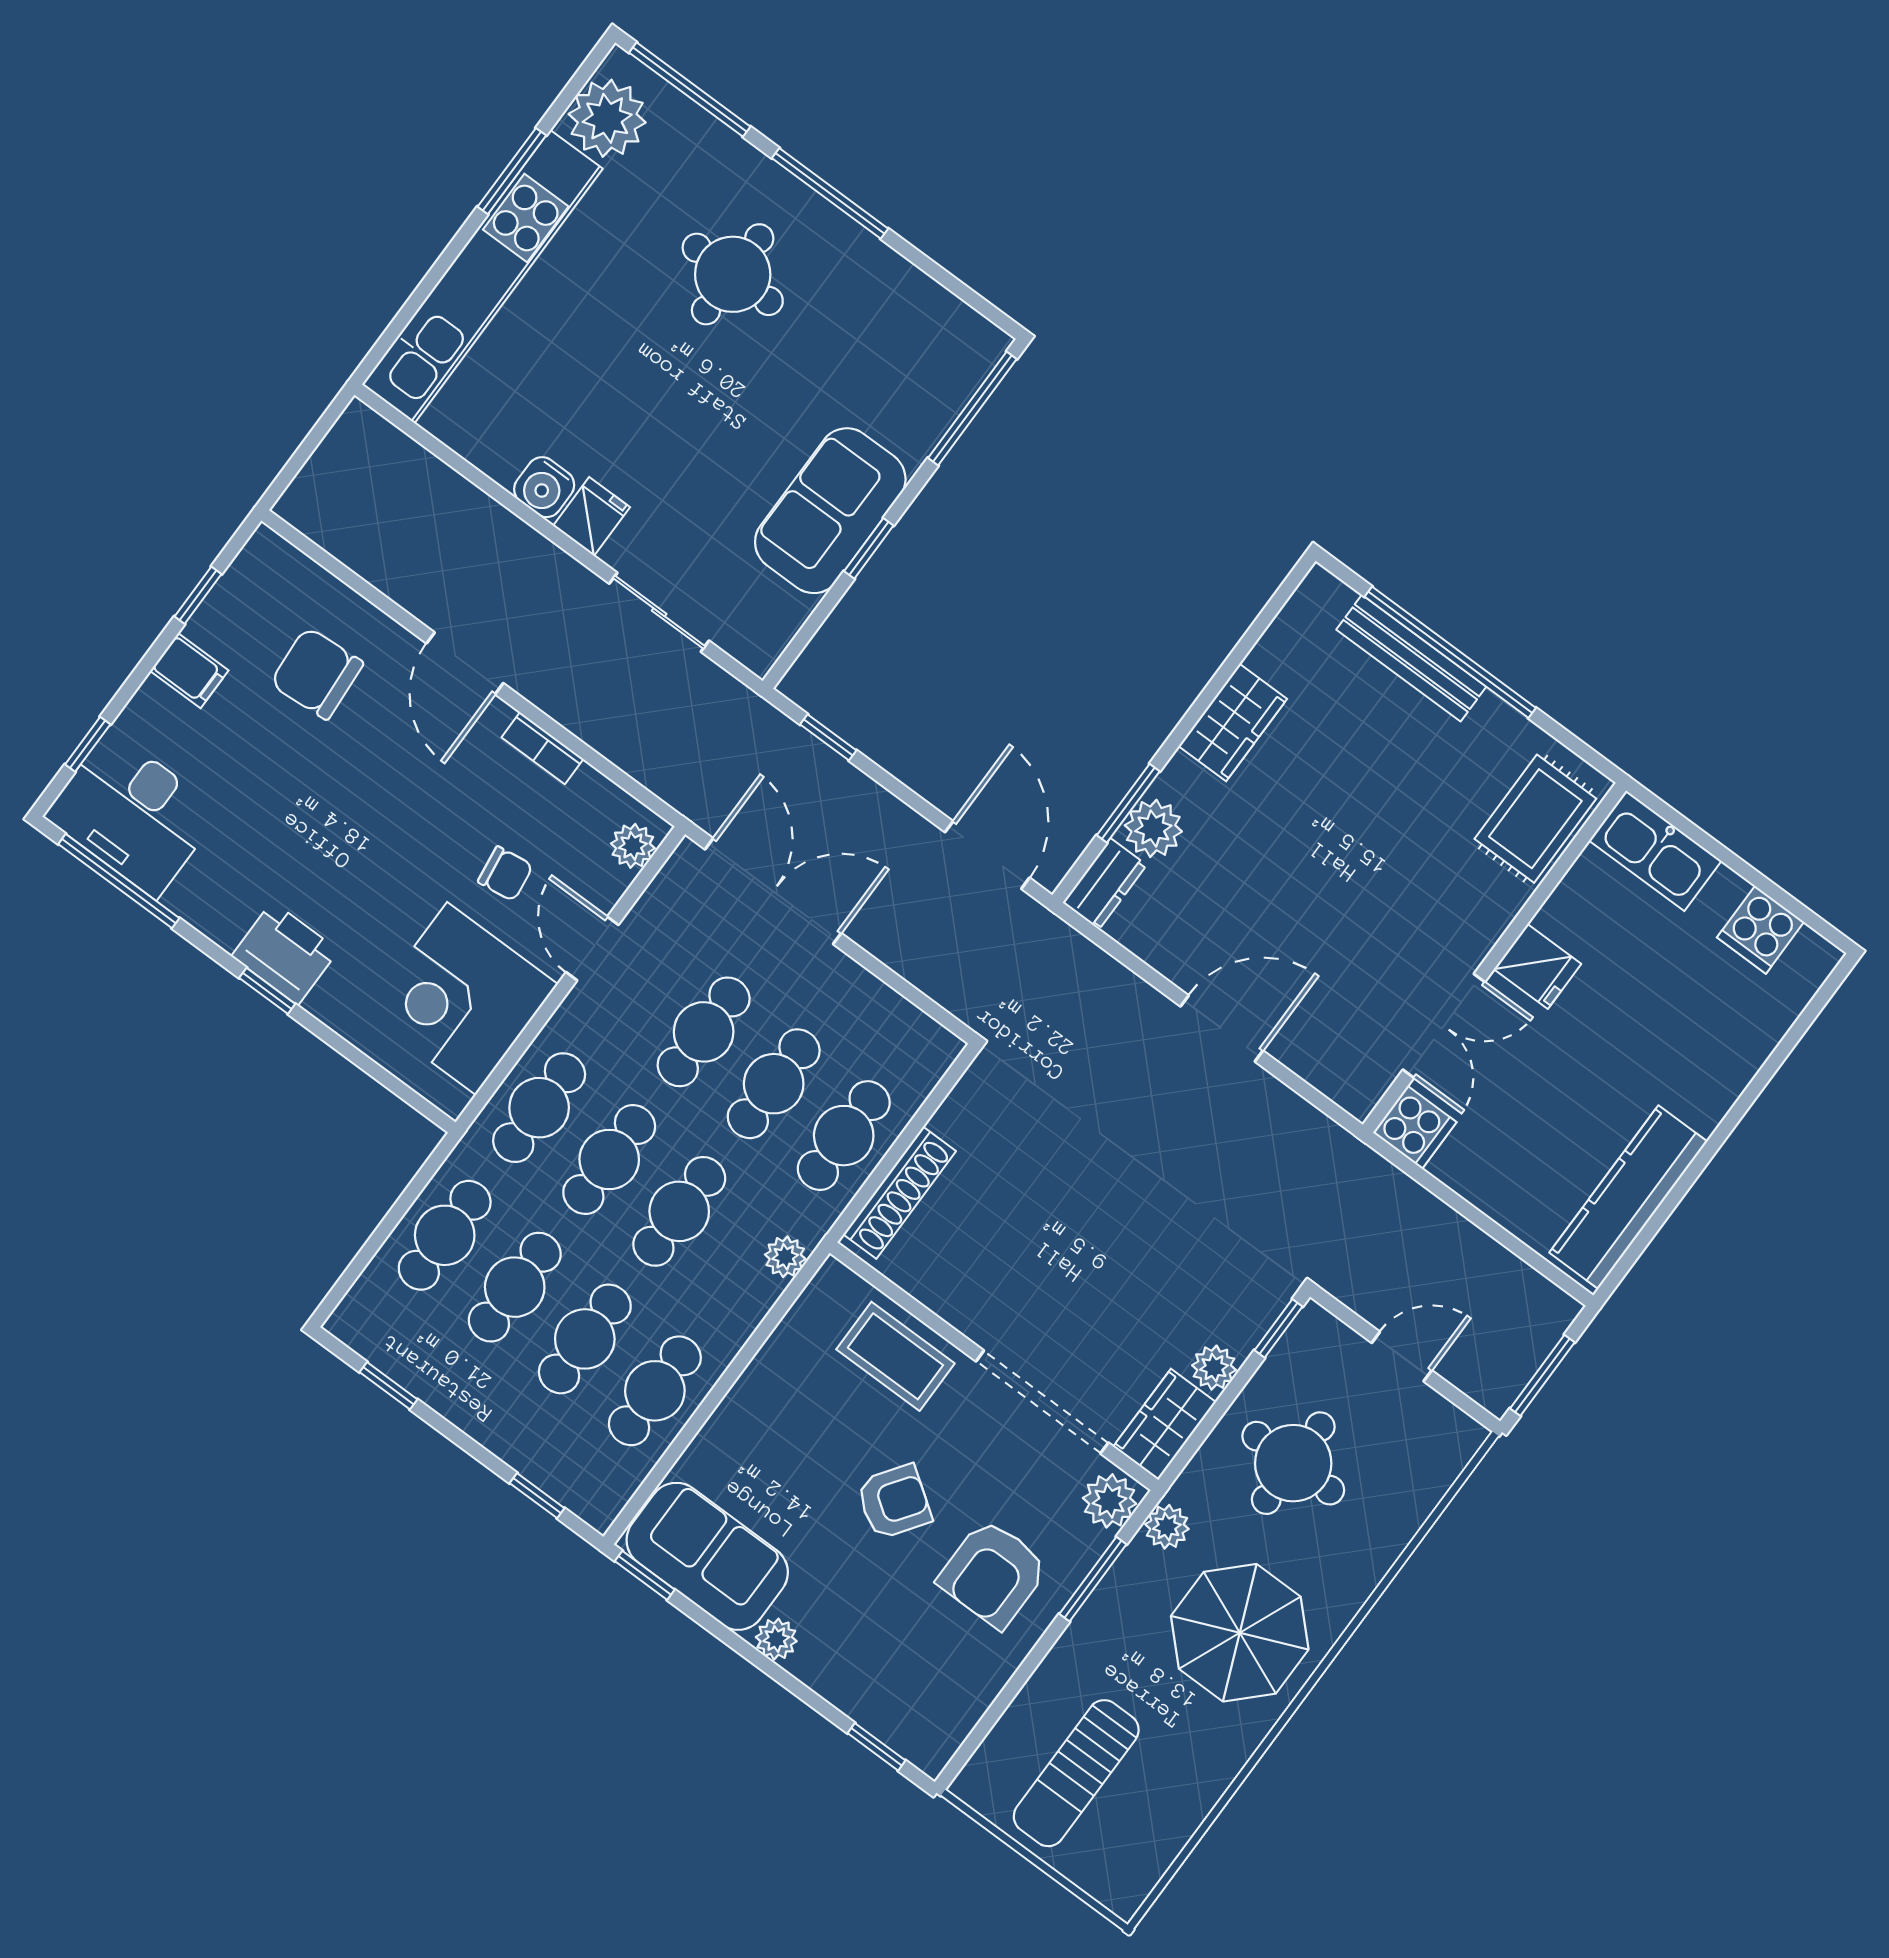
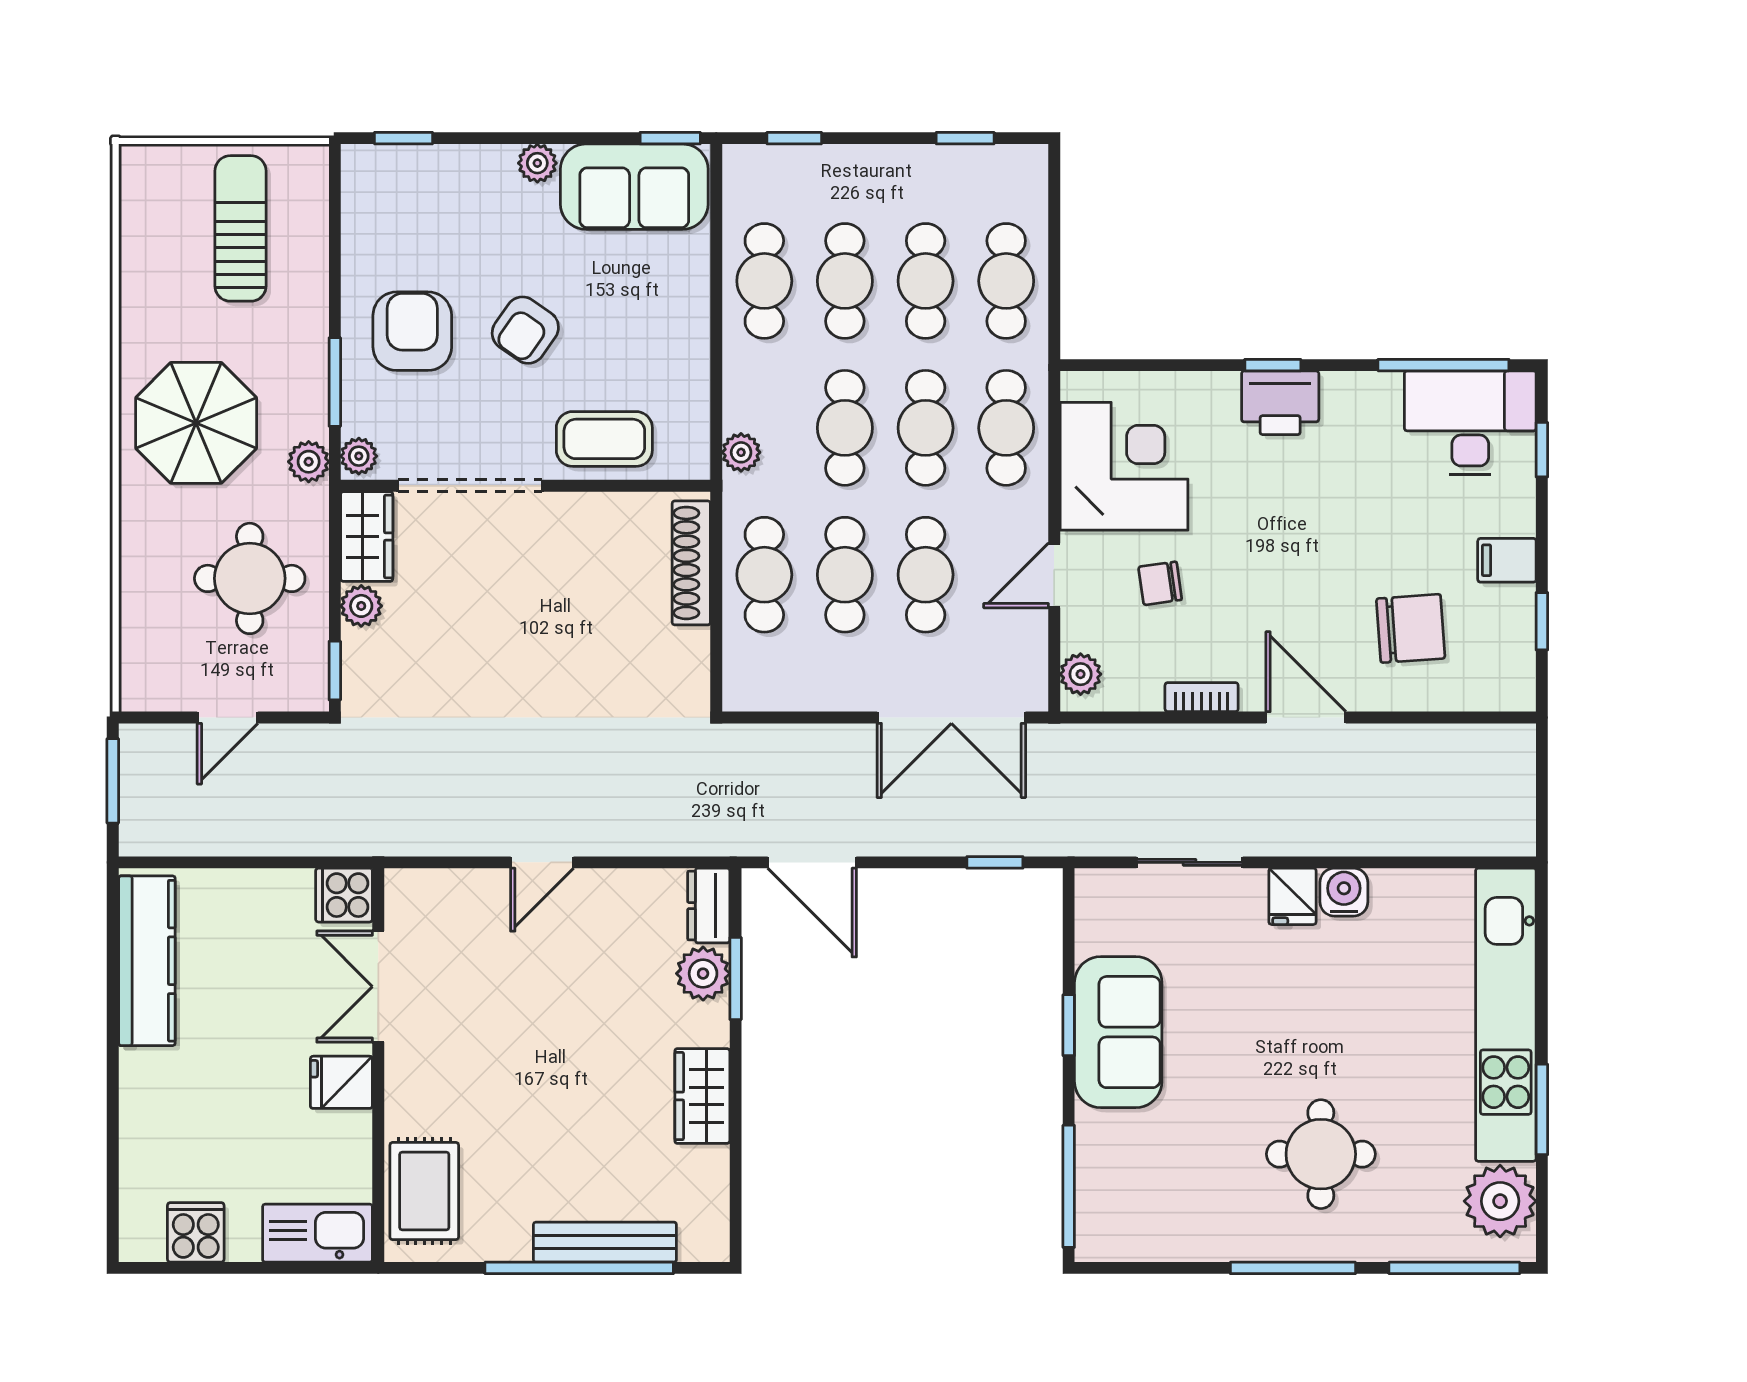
door: (592, 949) -> (1054, 575), swing flipped
door: (1222, 1028) -> (542, 862), width x0.73
plant: (1110, 1501) -> (359, 456), width x0.73, depth x0.73

